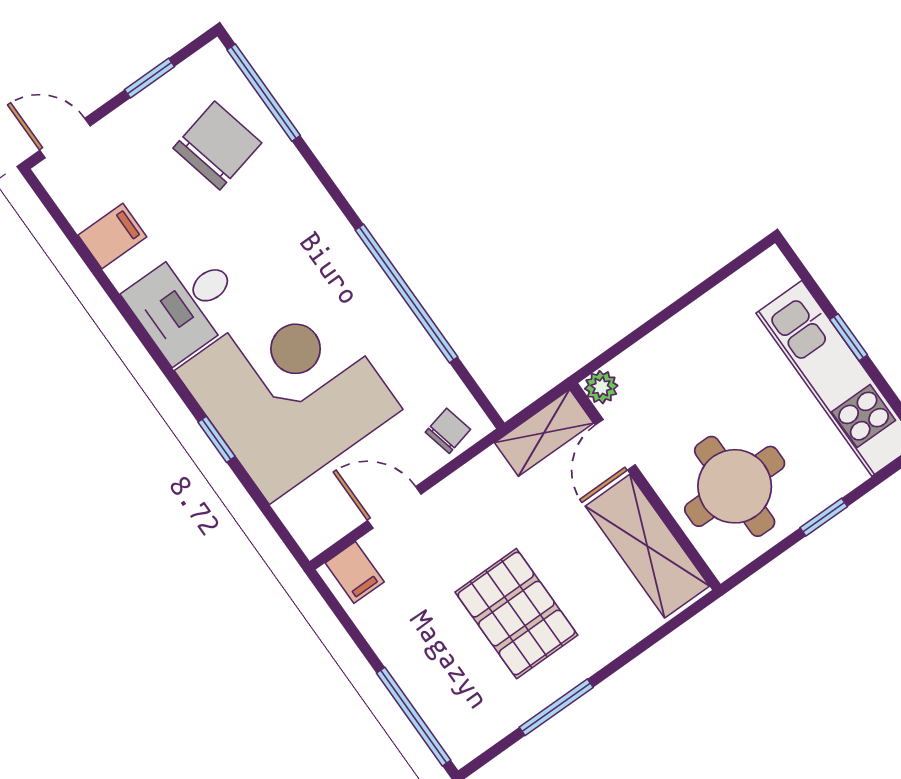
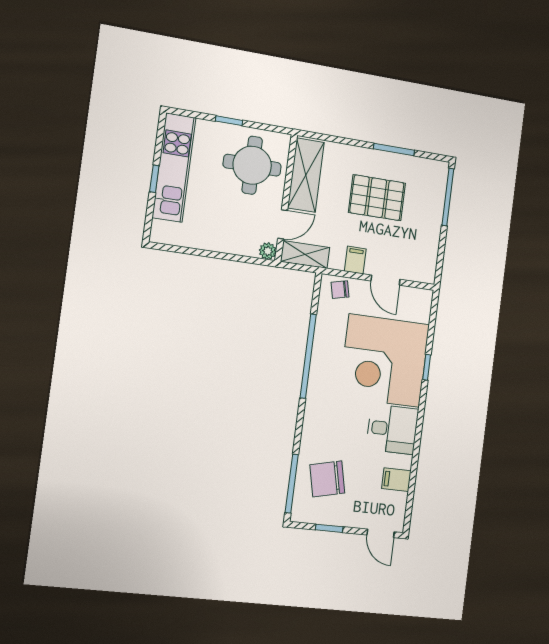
filing cabinet: (355, 572) -> (355, 260), moved
pallet: (516, 614) -> (377, 198), turned 90

